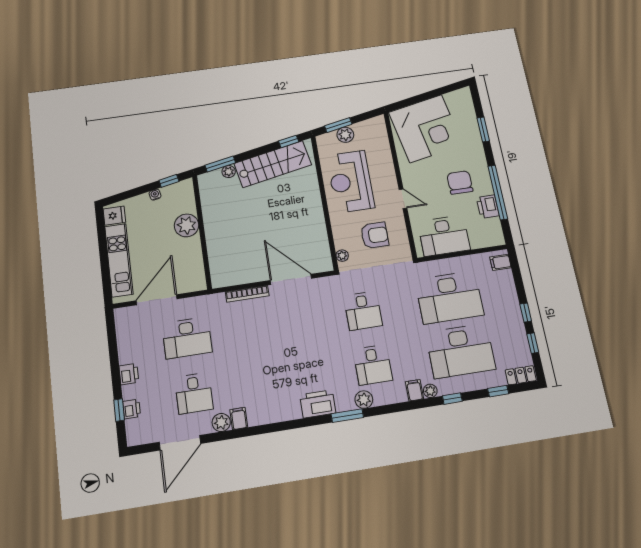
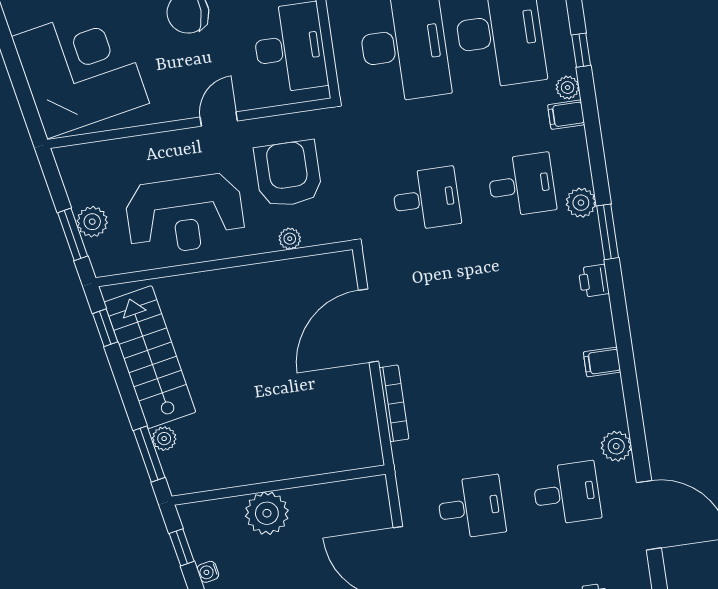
armchair: (375, 235) -> (288, 174), width x1.36, depth x1.36
plant: (342, 256) -> (290, 239), moved
desk: (187, 338) -> (471, 507), width x0.73
printer: (318, 404) -> (594, 281), width x0.53, depth x0.68
filing cabinet: (239, 418) -> (602, 362), moved

